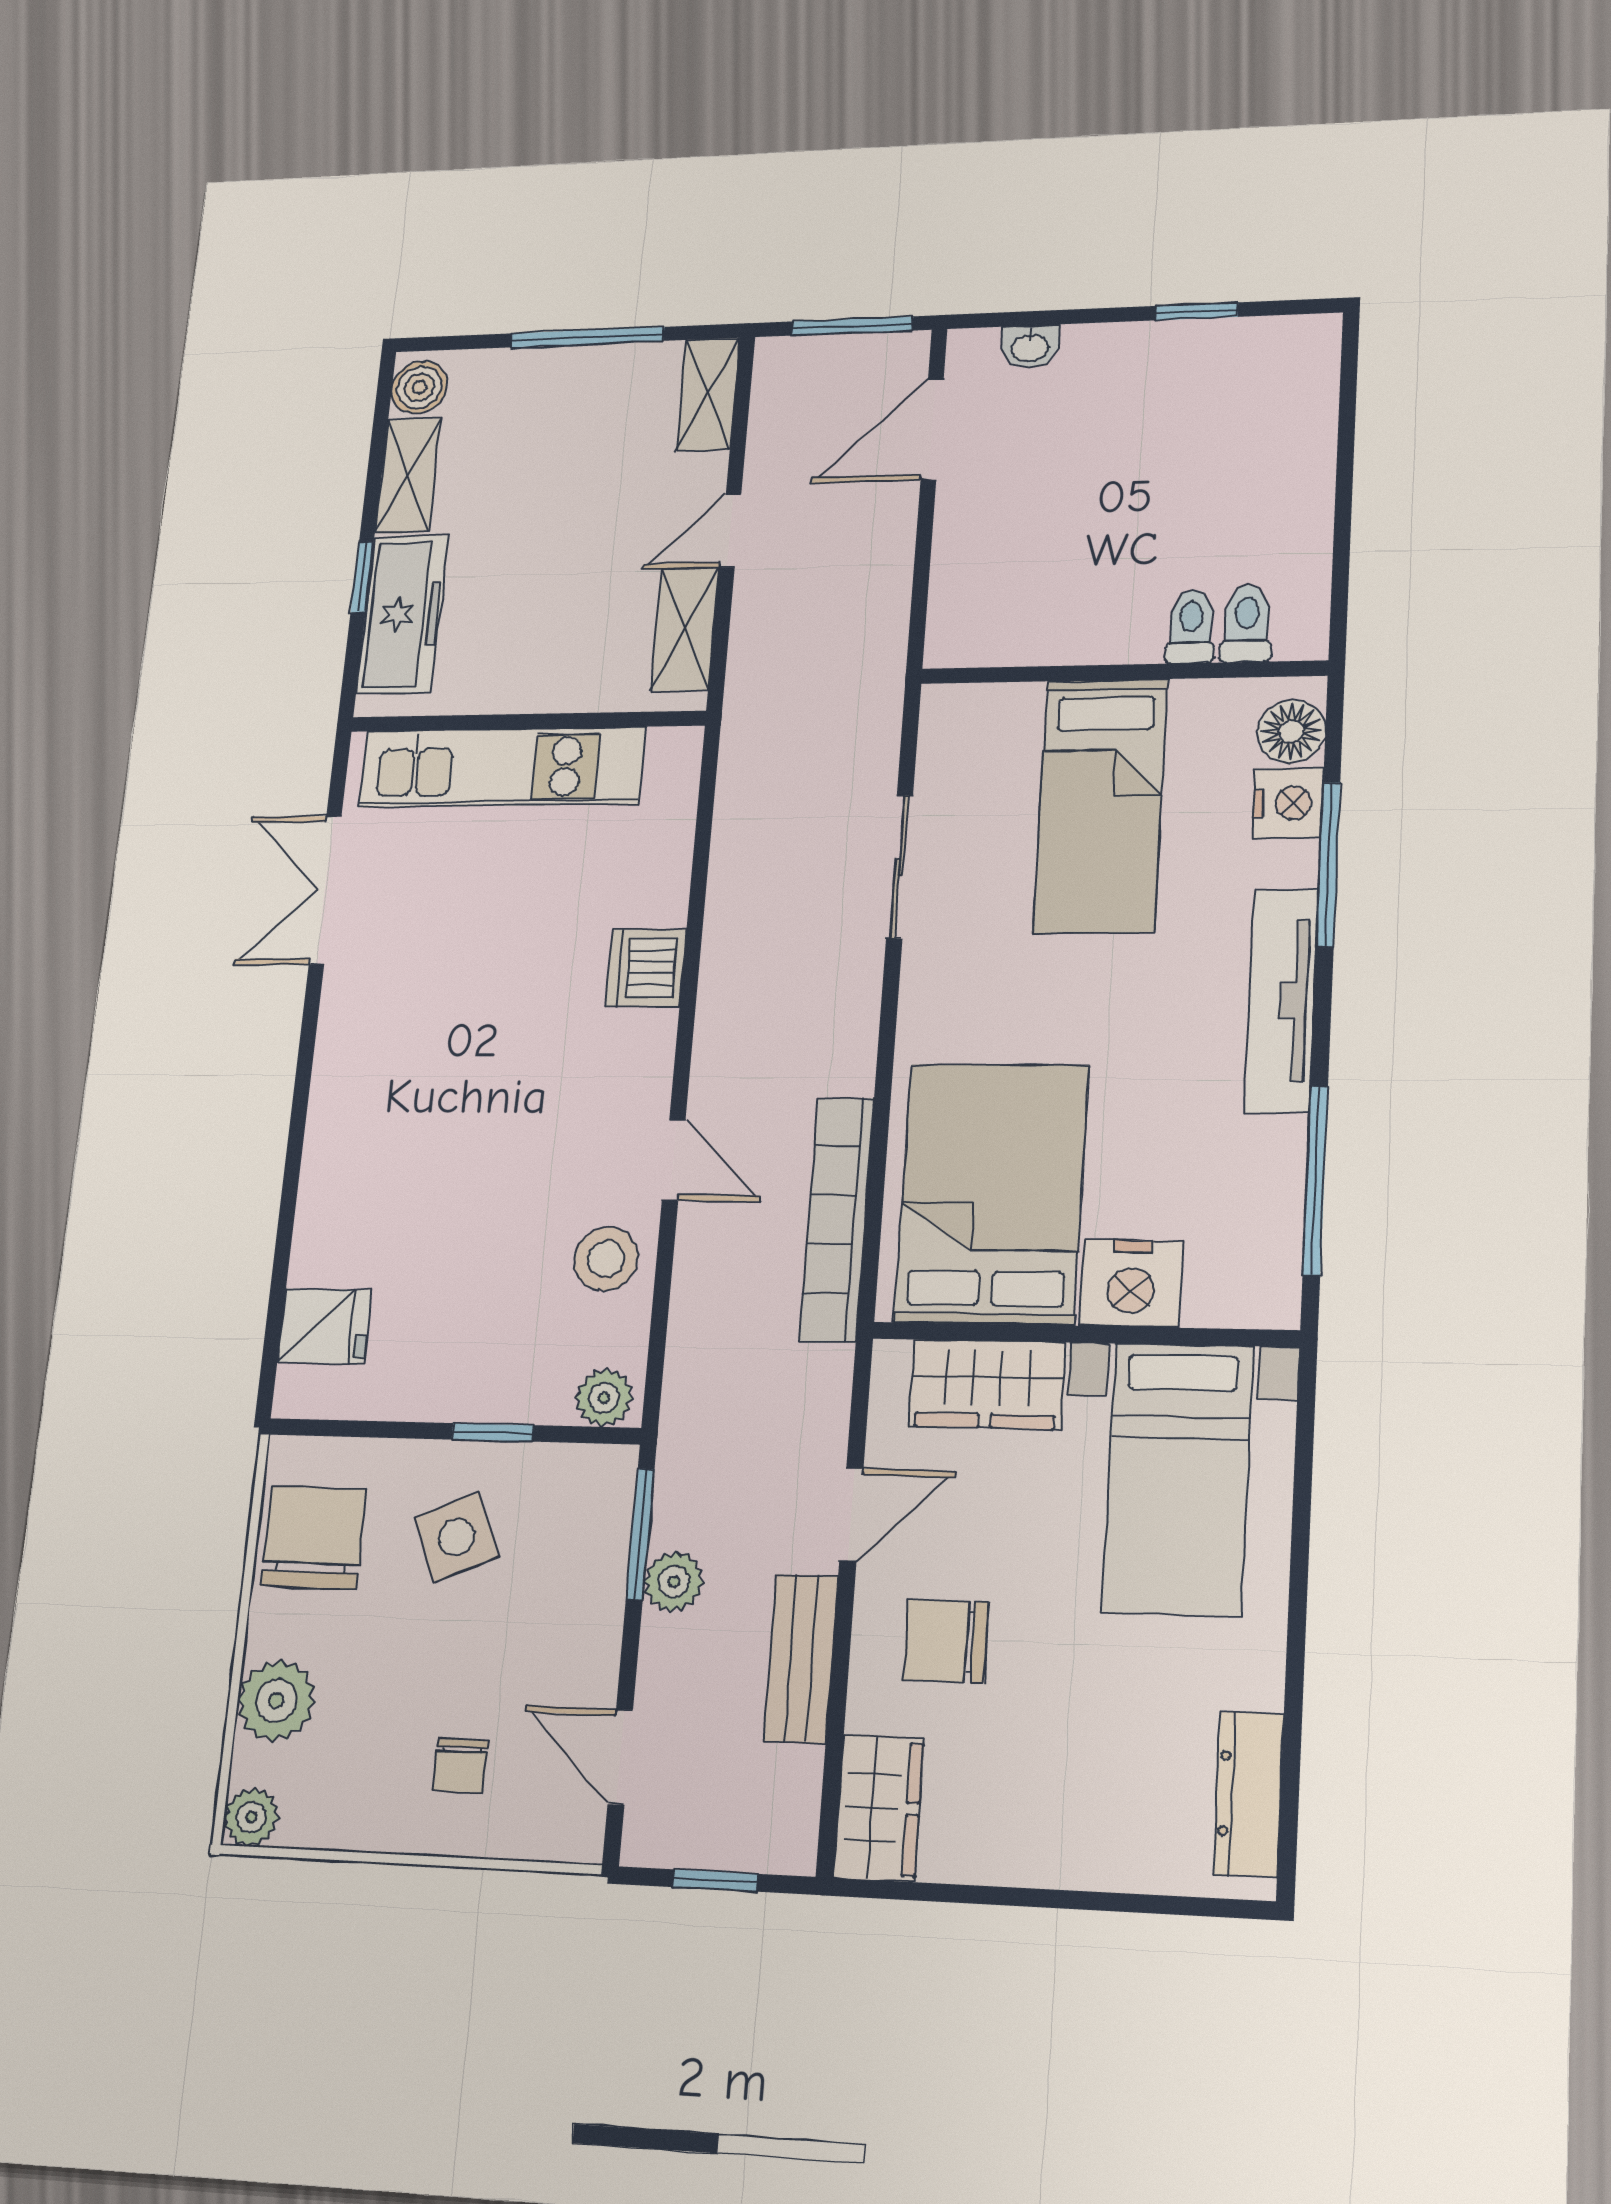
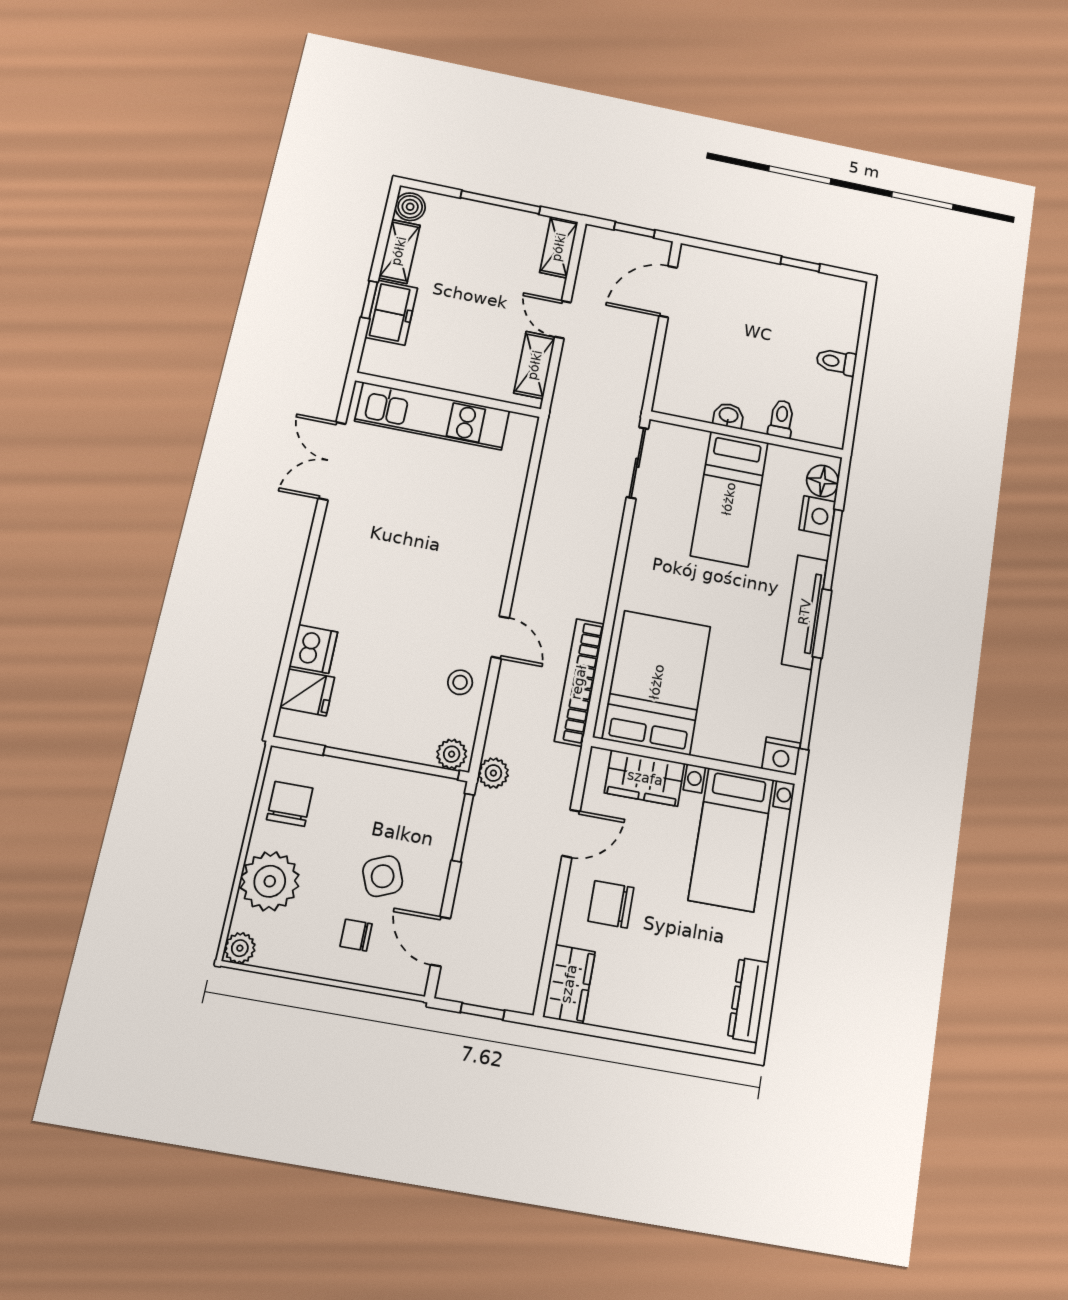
window: (852, 326) -> (634, 230), width x0.67
washbasin: (1030, 347) -> (728, 416), moved, turned 180
door: (730, 531) -> (563, 320), hinge flipped
freezer: (402, 614) -> (391, 313), width x0.71
toilet: (1247, 623) -> (836, 362), moved, turned -90
sliding door: (900, 867) -> (637, 463), moved
dishwasher: (646, 968) -> (313, 649), moved, turned 180
stool: (606, 1259) -> (460, 682), width x0.73, depth x0.73
nightstand: (1131, 1283) -> (781, 756), moved, width x0.74, depth x0.75
window: (493, 1432) -> (391, 763), width x3.17
side table: (457, 1537) -> (383, 876), moved
chair: (314, 1538) -> (290, 804), width x0.73, depth x0.73
plant: (674, 1582) -> (493, 773), moved
bench: (801, 1658) -> (538, 903), removed
plant: (276, 1701) -> (270, 881), width x1.36, depth x1.36
chair: (460, 1765) -> (356, 935), turned 90

